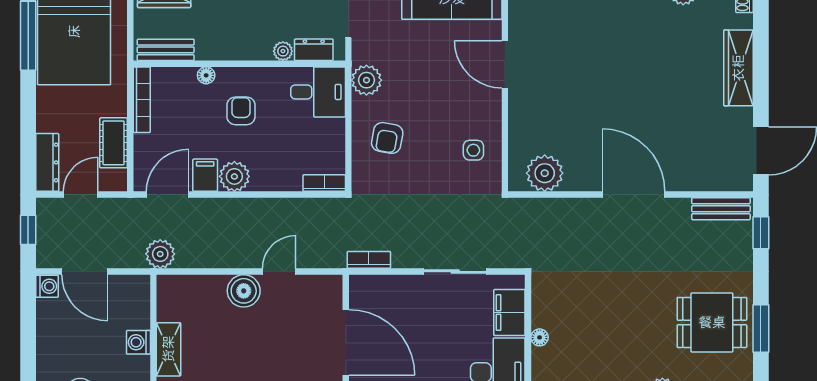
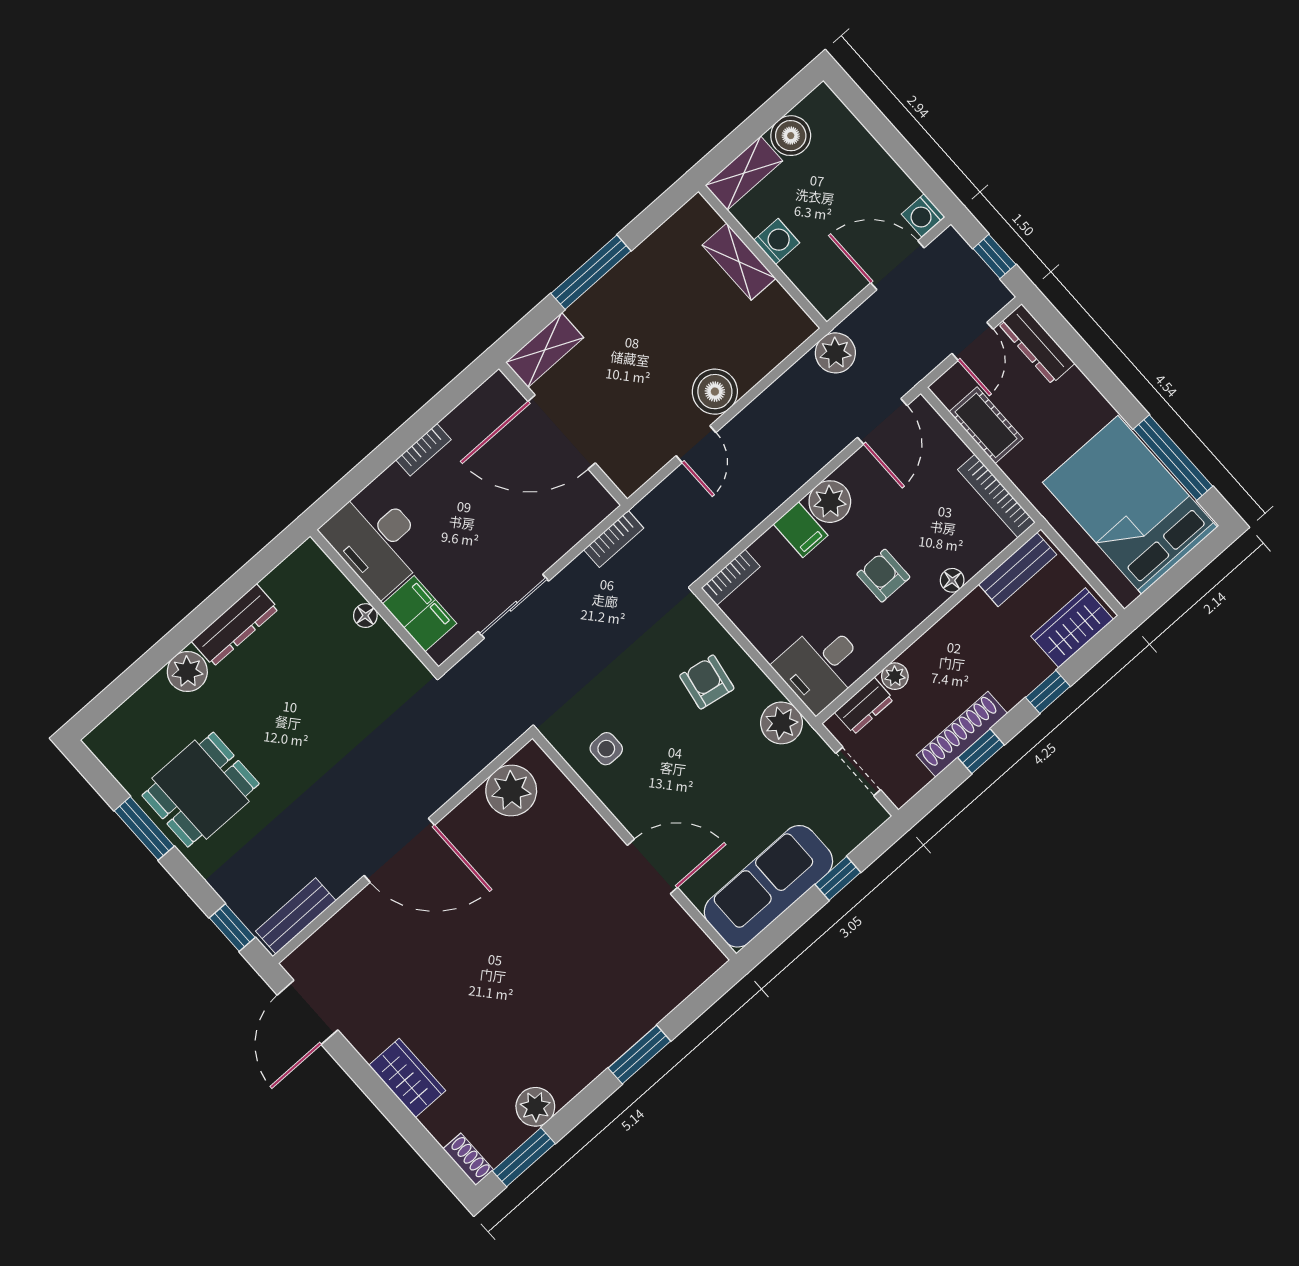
wardrobe: (738, 68) -> (407, 1078), width x0.67
armchair: (241, 111) -> (883, 576), turned 180
filing cabinet: (205, 175) -> (801, 530), moved

